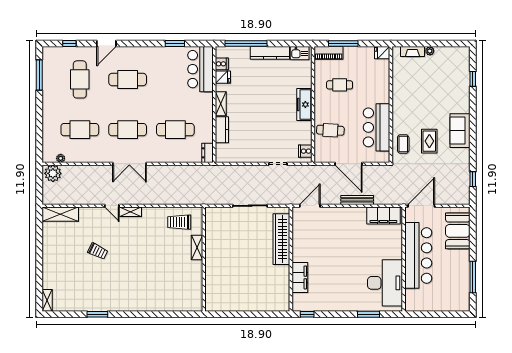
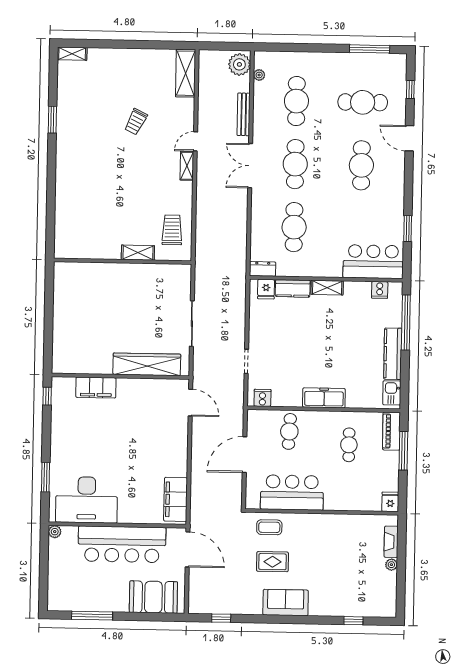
fridge: (223, 77) -> (266, 289), moved
bench: (357, 200) -> (244, 114), moved
plant: (410, 307) -> (55, 532), added

